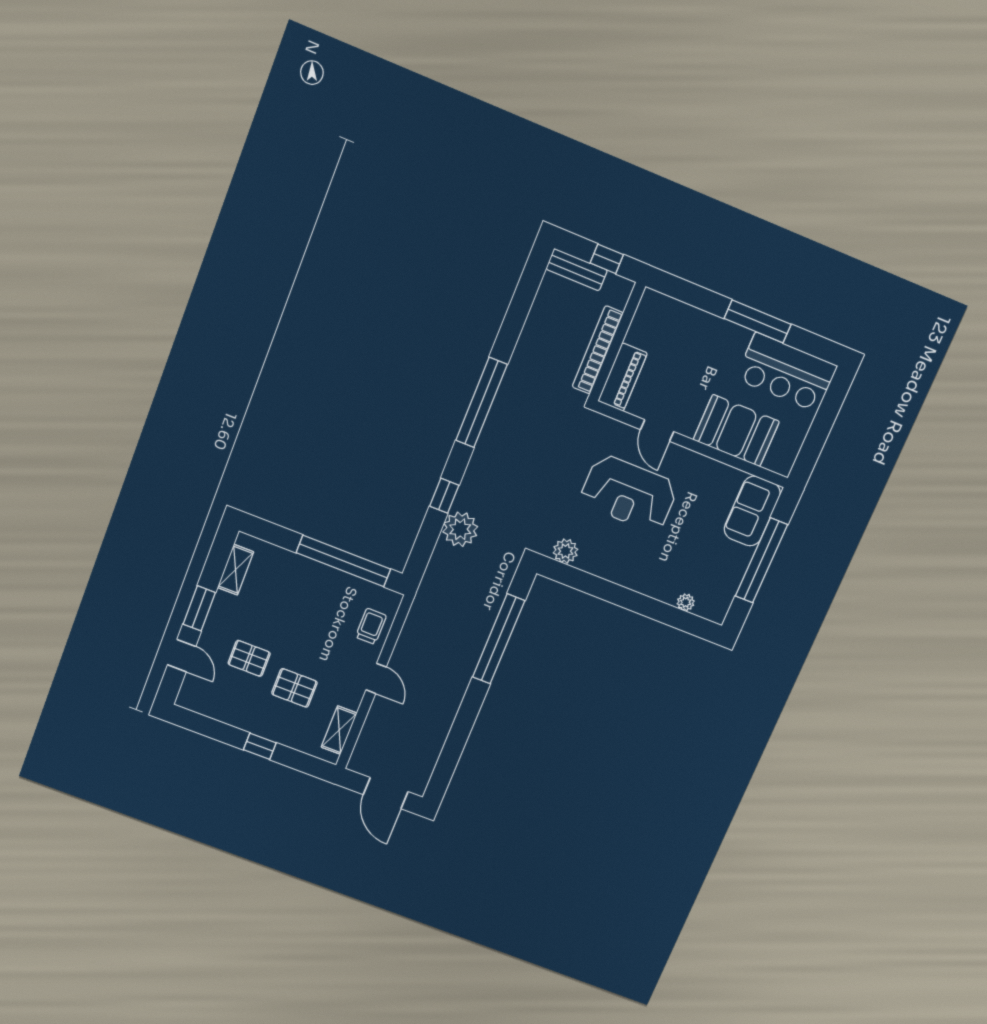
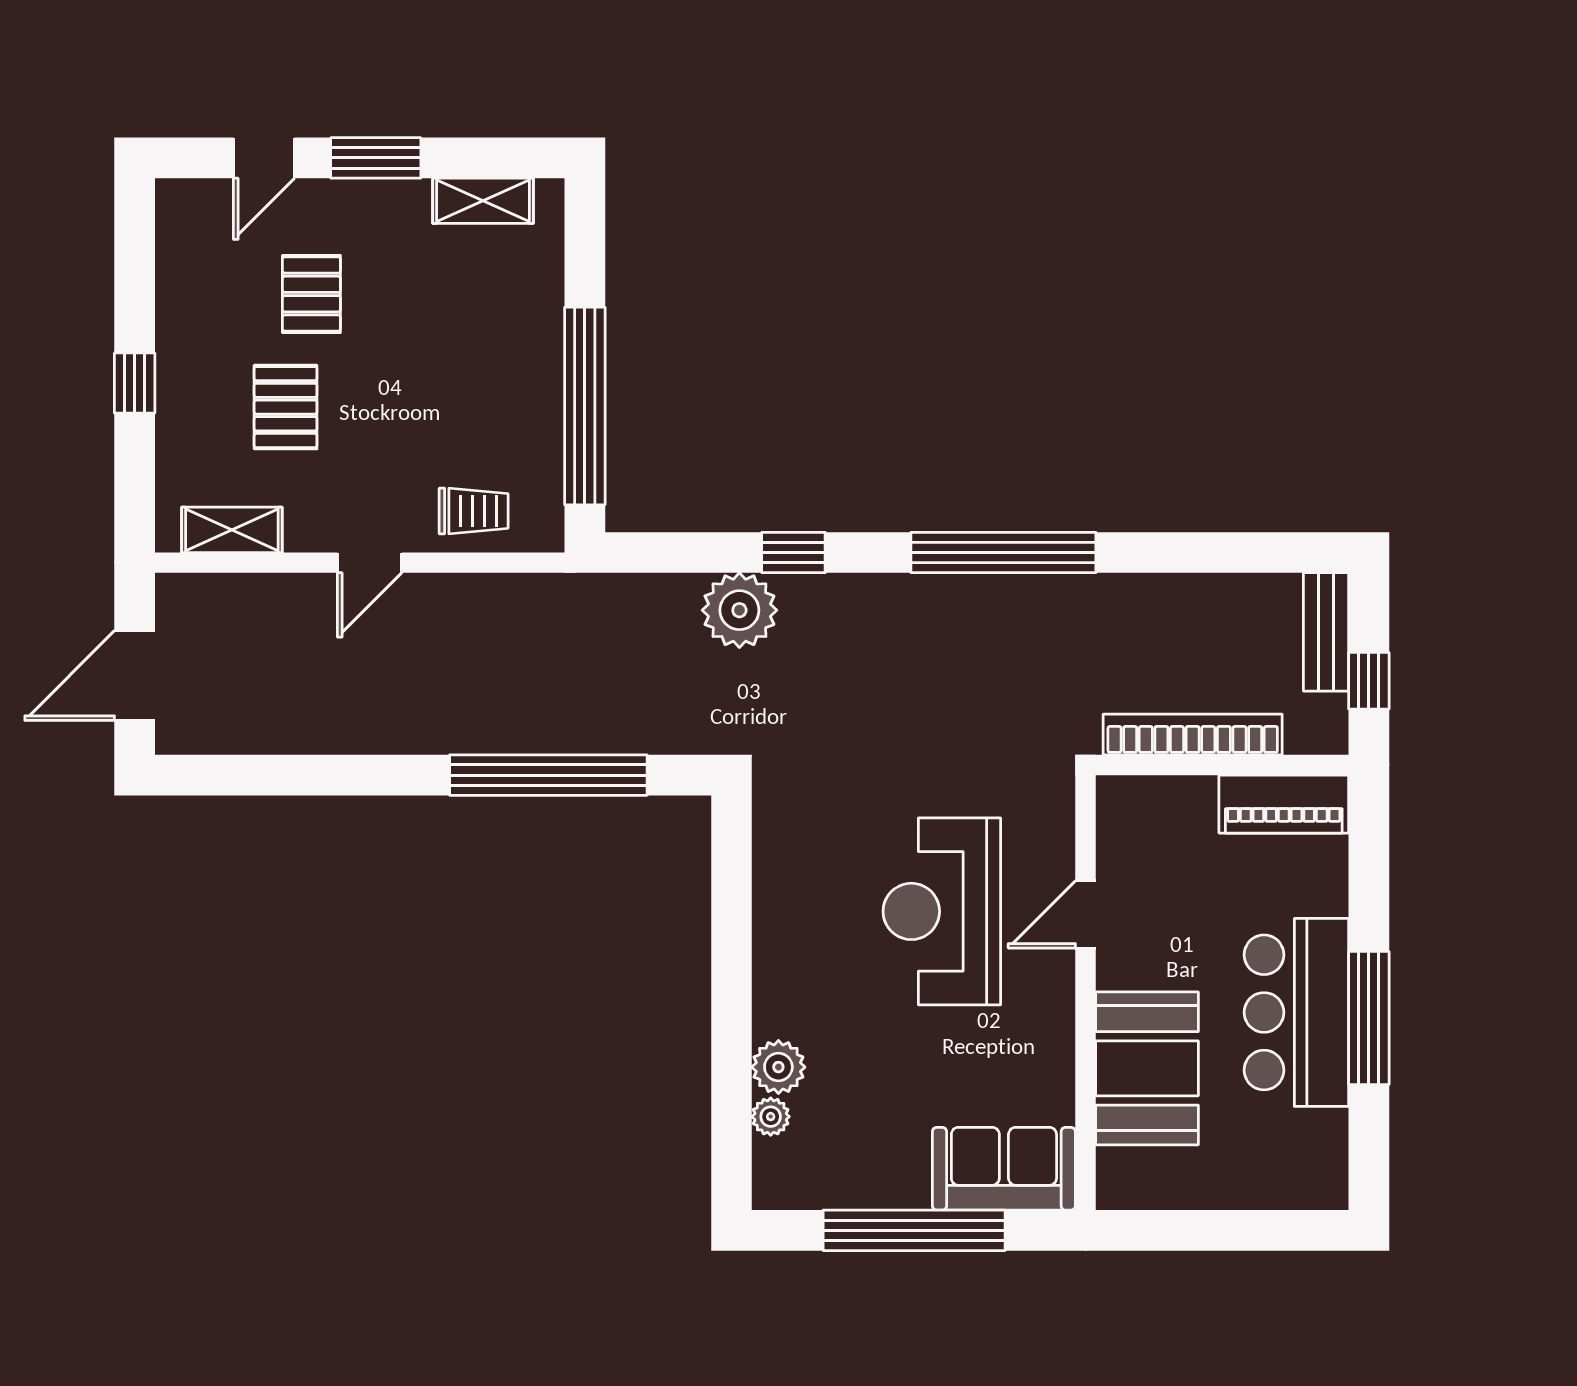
bar counter: (786, 372) -> (1296, 1012), moved
piano: (623, 377) -> (1284, 804), moved
plant: (565, 551) -> (778, 1067), moved

